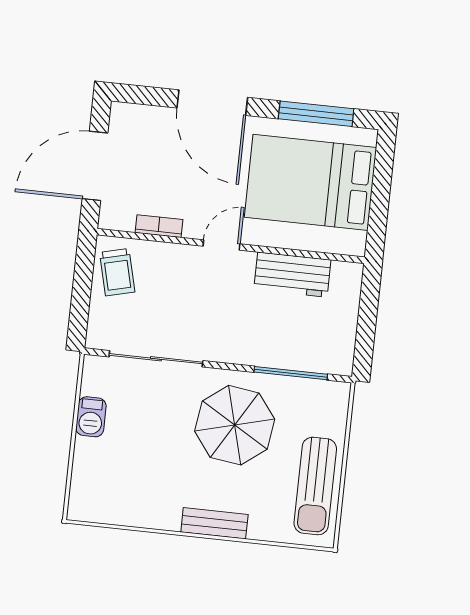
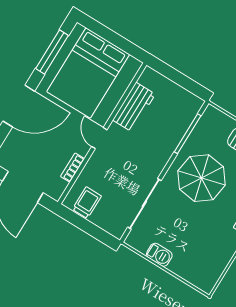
trolley: (117, 272) -> (87, 203), turned -76

